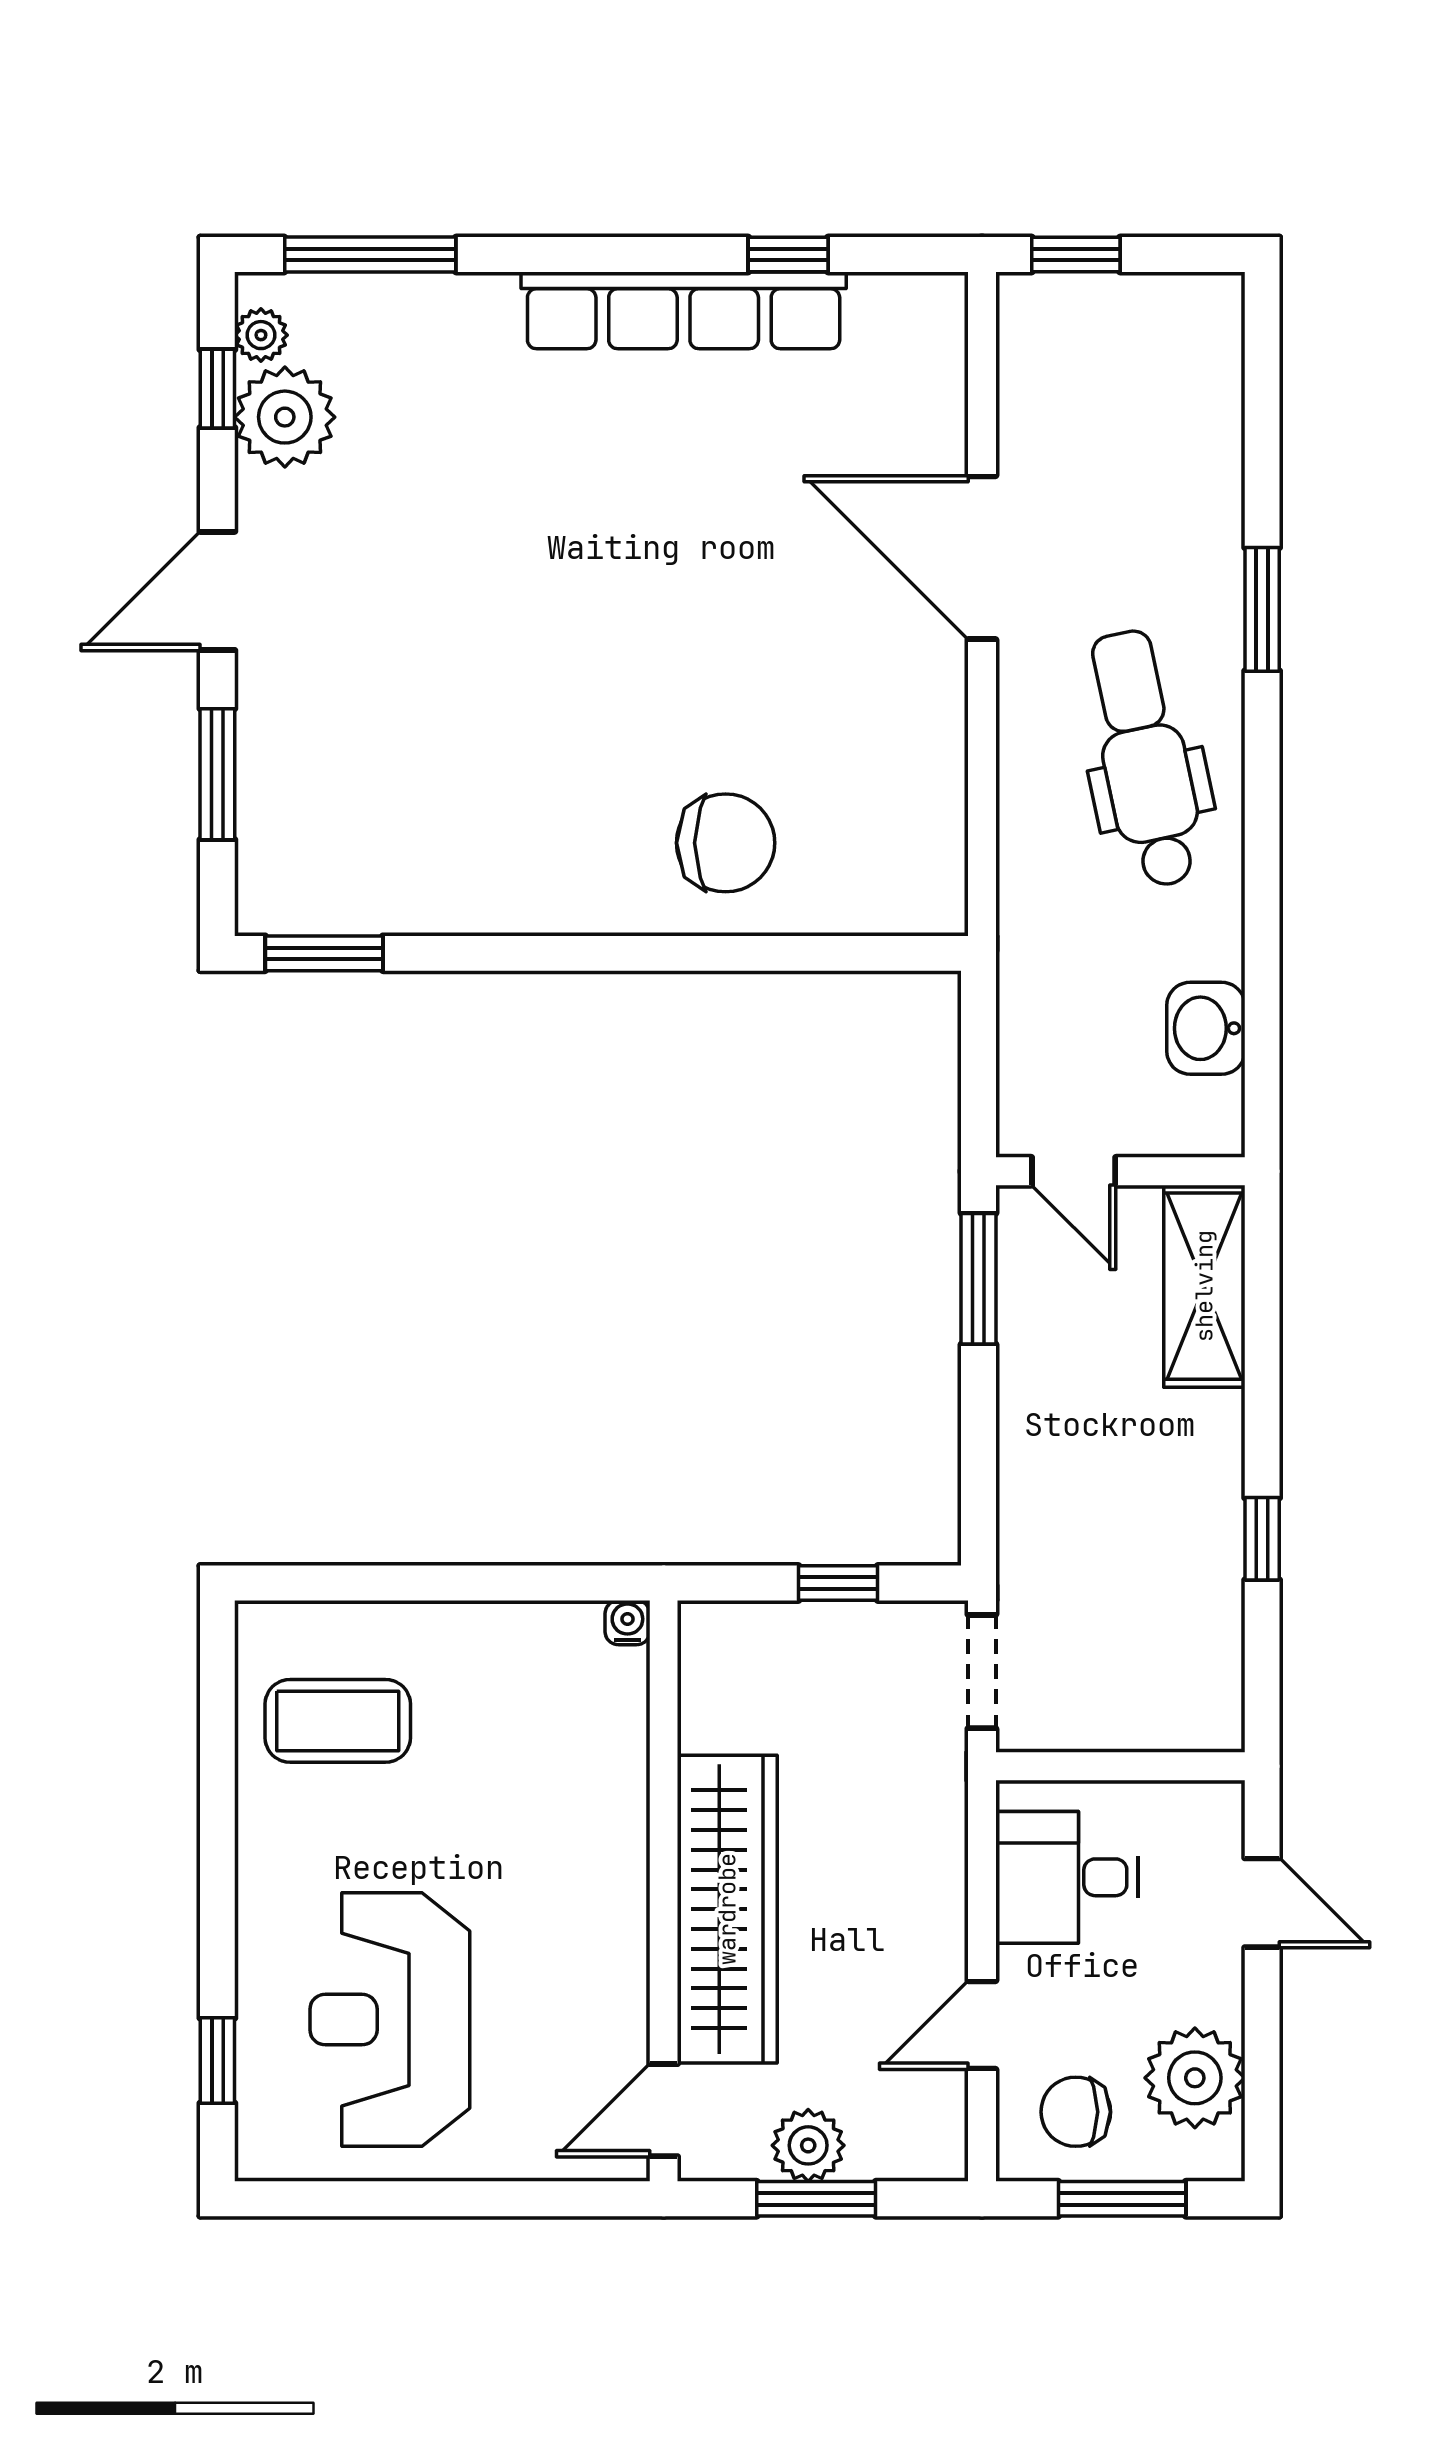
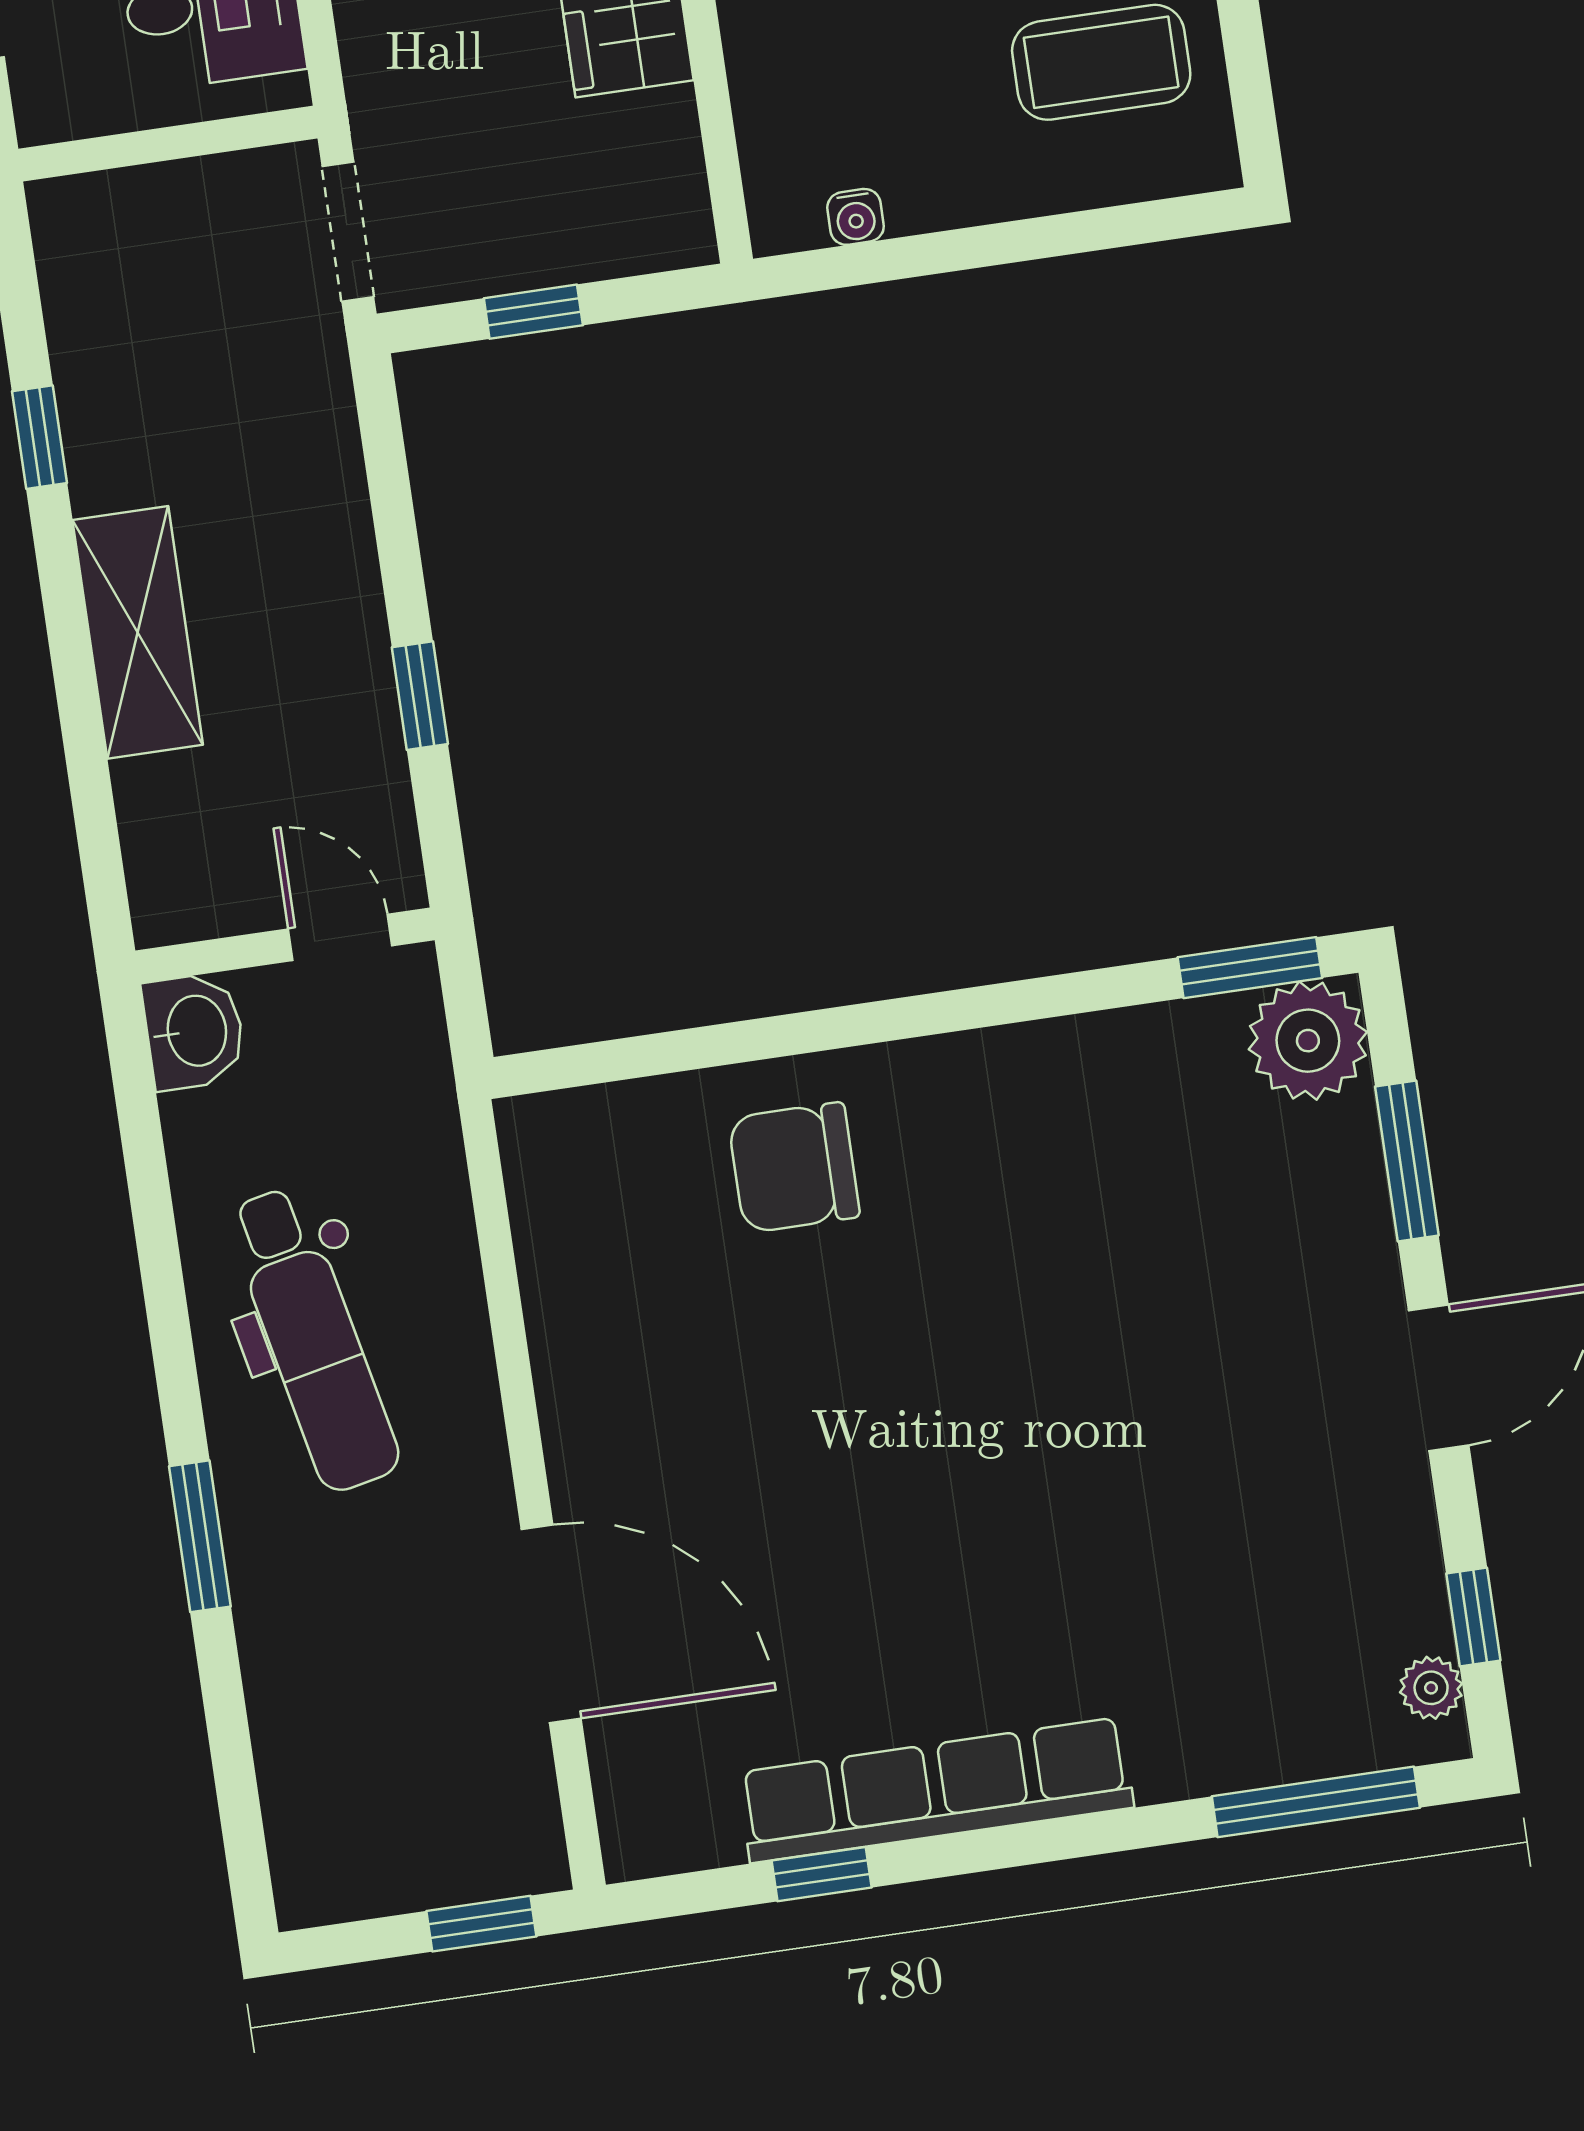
plant: (285, 417) -> (1308, 1041), moved
door: (982, 558) -> (551, 1624), moved
door: (1074, 1171) -> (340, 937), moved
wall: (1120, 1171) -> (285, 945), moved
window: (978, 1279) -> (420, 696), width x0.67
shelving: (1204, 1286) -> (138, 632), moved
water cooler: (627, 1623) -> (856, 217), moved

